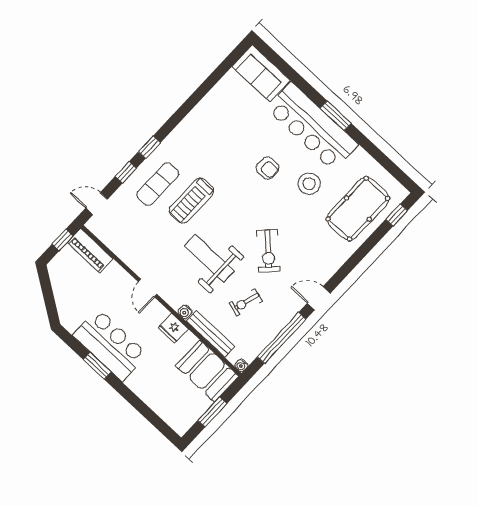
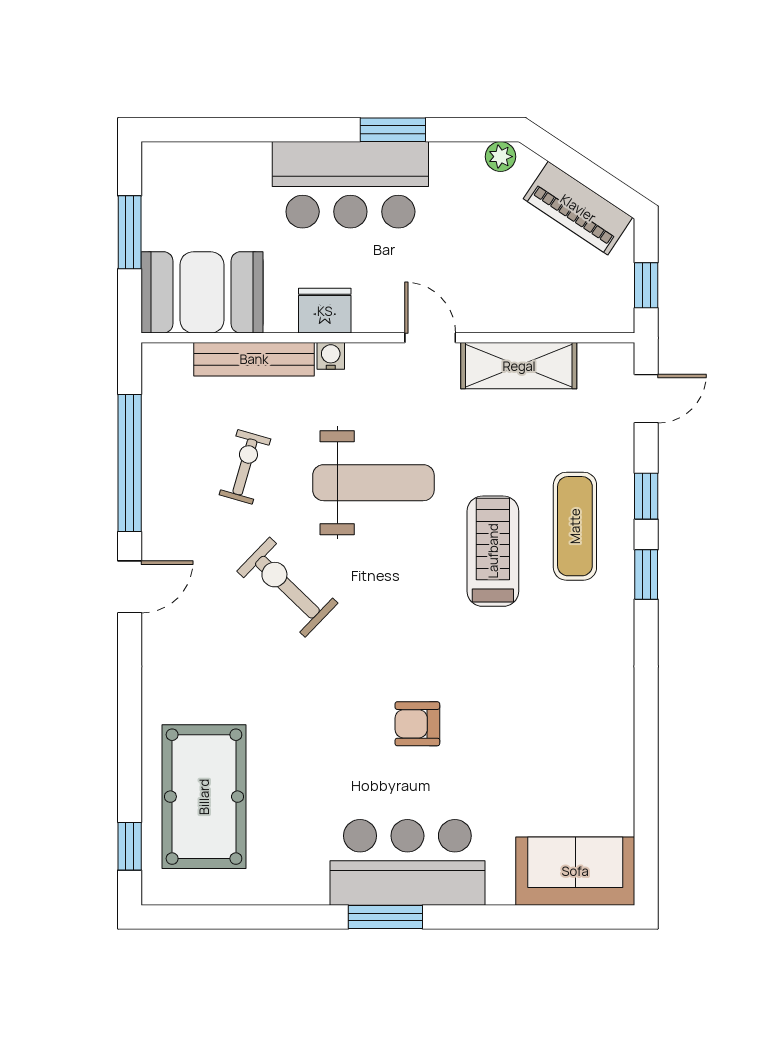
bar counter: (312, 126) -> (407, 862), width x0.73
stool: (309, 184) -> (324, 762), removed
piano: (90, 251) -> (578, 208), moved, turned -146
shelving: (128, 252) -> (519, 366), added
plant: (71, 325) -> (500, 157), added
bar counter: (110, 345) -> (350, 185), moved
water cooler: (241, 365) -> (154, 355), removed

